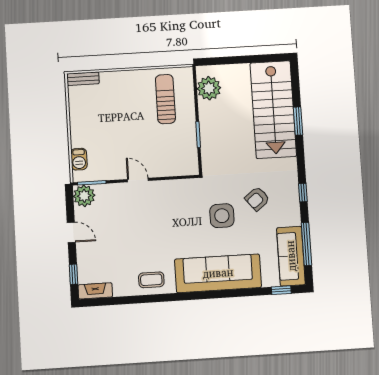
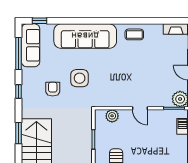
window: (298, 121) -> (19, 133), moved
plant: (175, 168) -> (112, 116), added
armchair: (257, 199) -> (53, 89), turned -51

